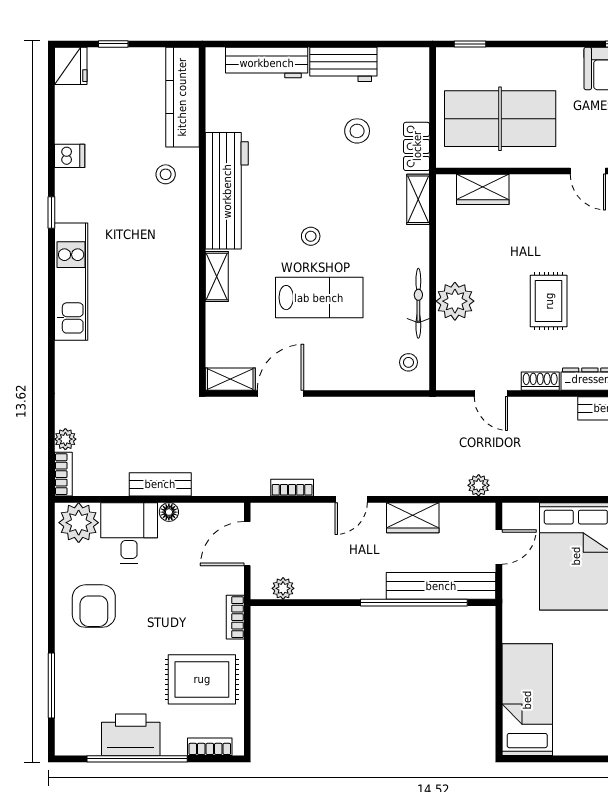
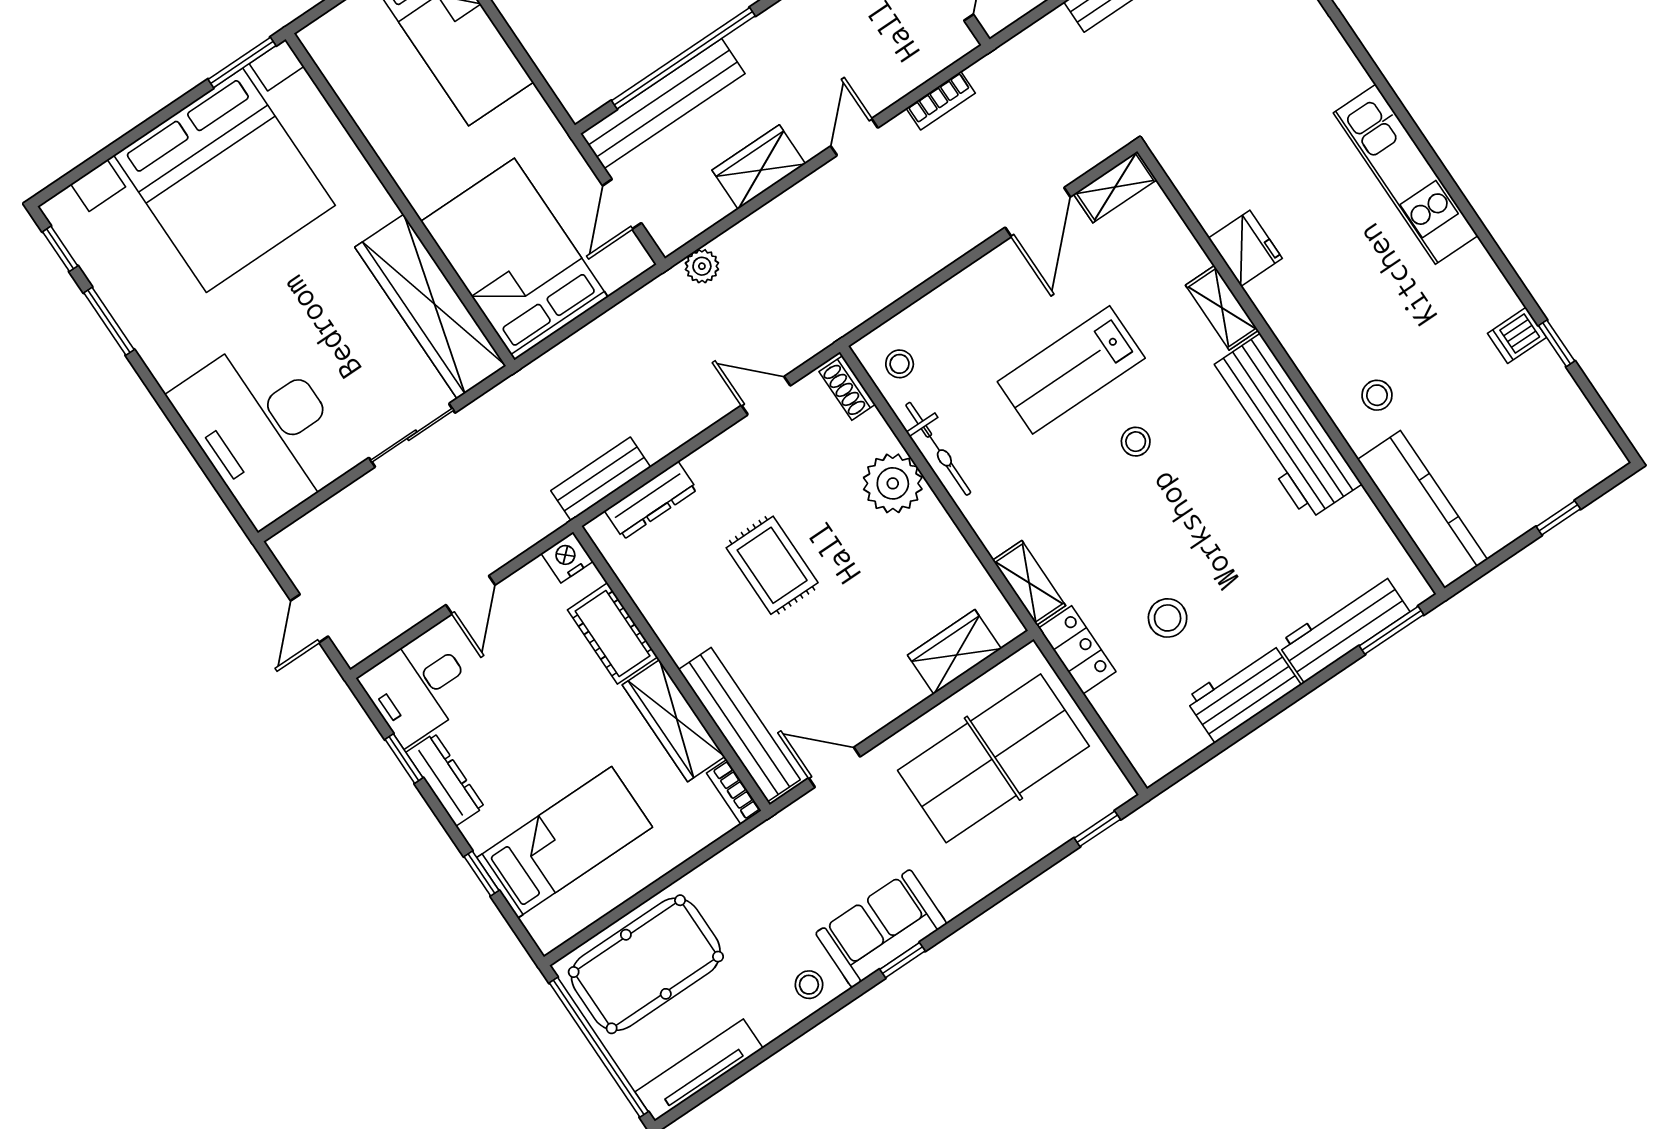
window: (242, 44) -> (1392, 630), added
fridge: (71, 66) -> (1245, 248), moved, turned 180
window: (51, 213) -> (1557, 343), moved
shoe rack: (540, 381) -> (847, 388), moved, turned 90

